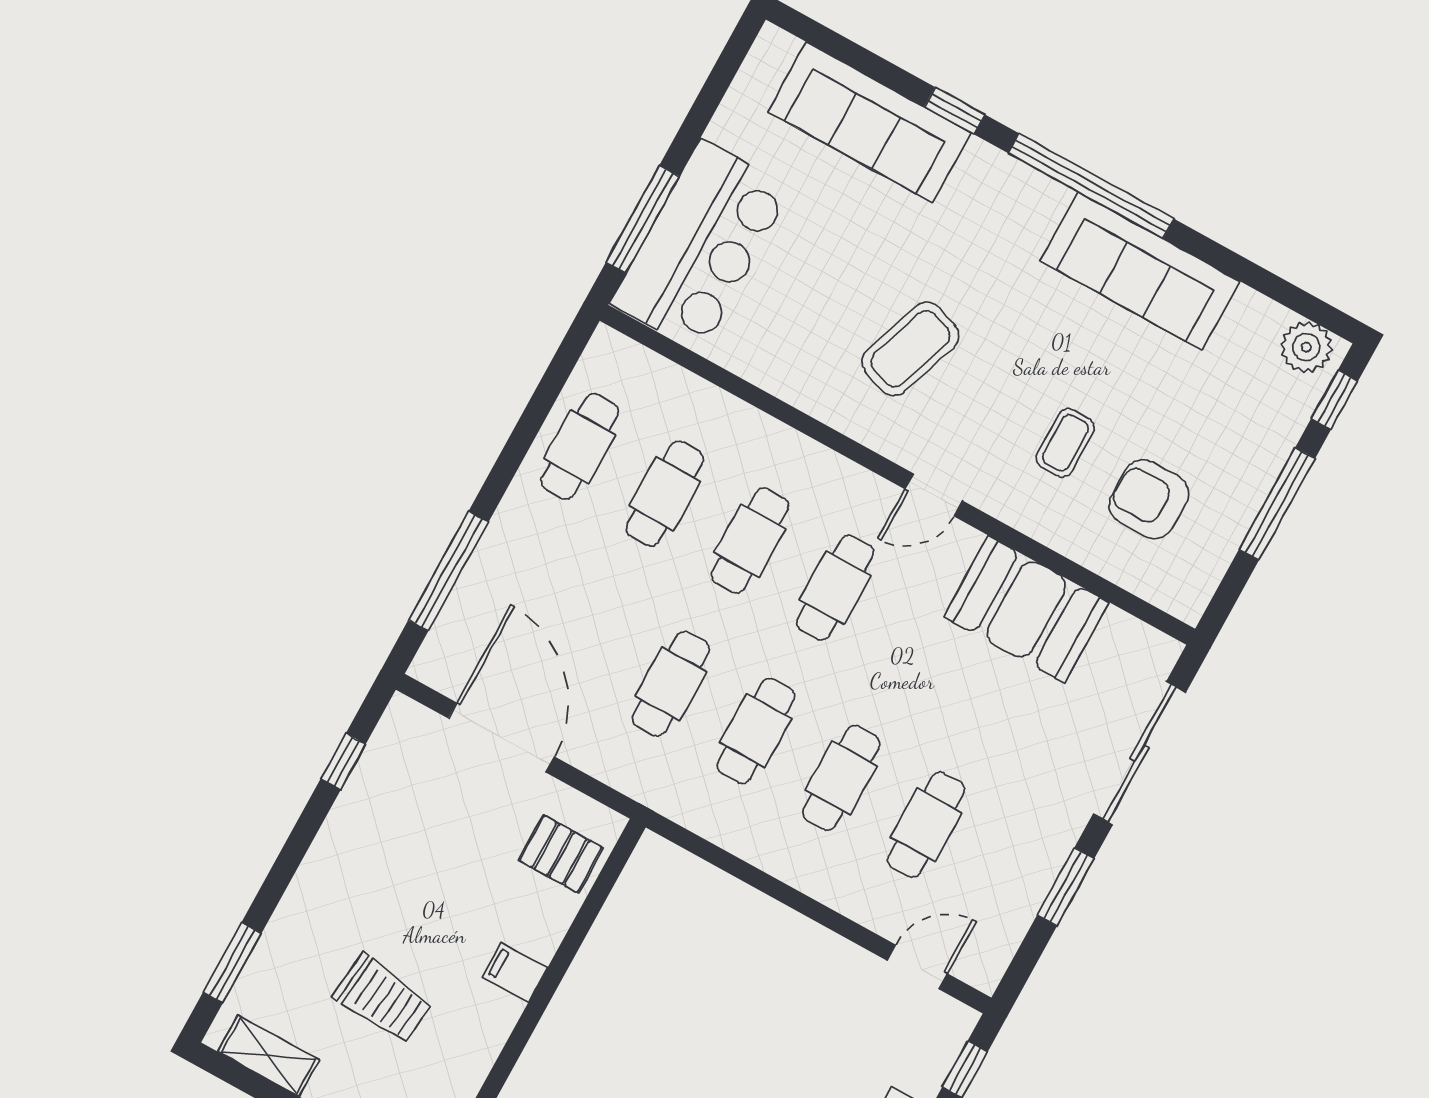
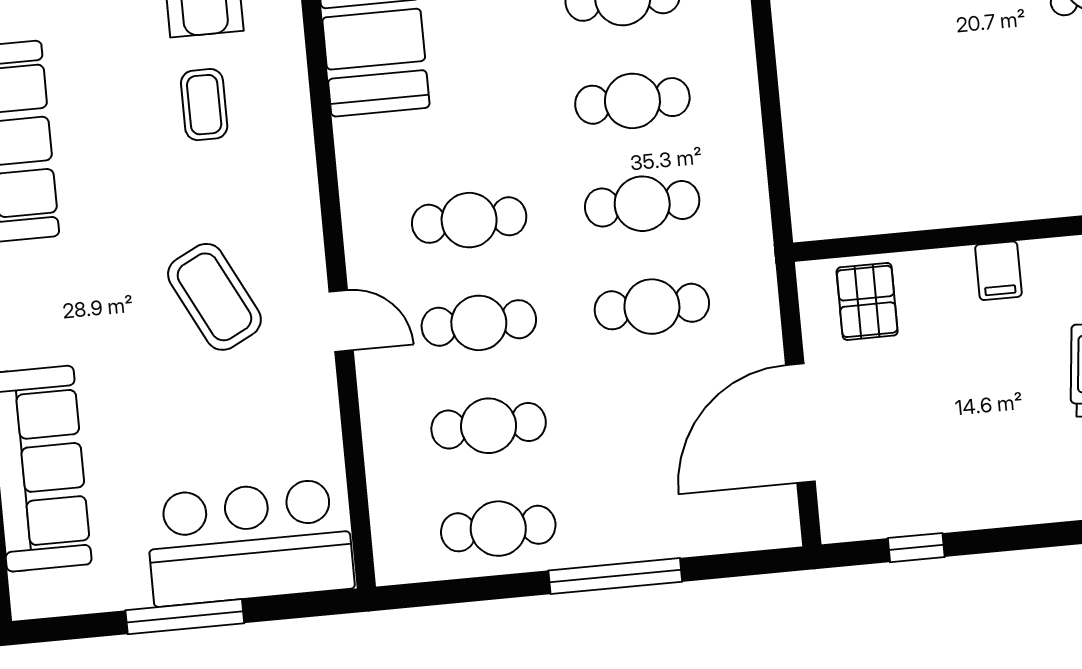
window: (643, 219) -> (185, 617), moved
coffee table: (910, 349) -> (214, 297), turned 44
coffee table: (1065, 443) -> (204, 105), turned 90
door: (934, 495) -> (341, 321), moved
window: (448, 571) -> (615, 576), moved

